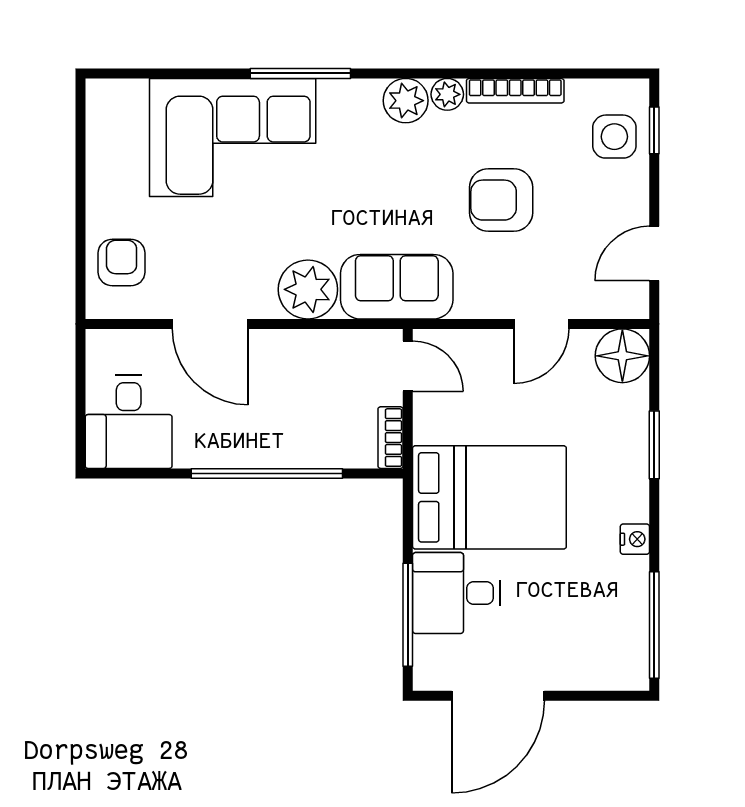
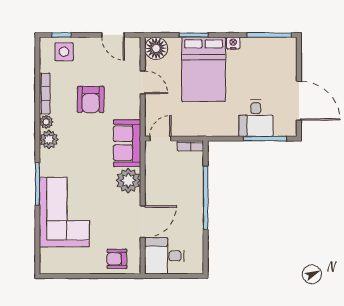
desk: (129, 422) -> (164, 256), moved, turned 180
bed: (489, 497) -> (204, 69), moved, turned 180

